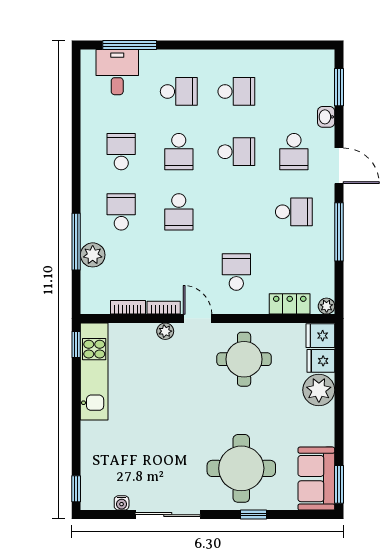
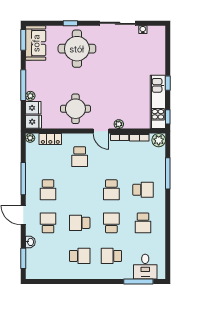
school desk: (236, 91) -> (80, 256), turned 180
school desk: (121, 212) -> (143, 190), turned -90
school desk: (179, 212) -> (111, 190), turned 180
school desk: (294, 212) -> (48, 190), turned -90
plant: (93, 255) -> (159, 140), moved
plant: (319, 390) -> (30, 96), width x0.53, depth x0.53
window: (339, 402) -> (23, 85), added
window: (76, 489) -> (168, 83), moved

